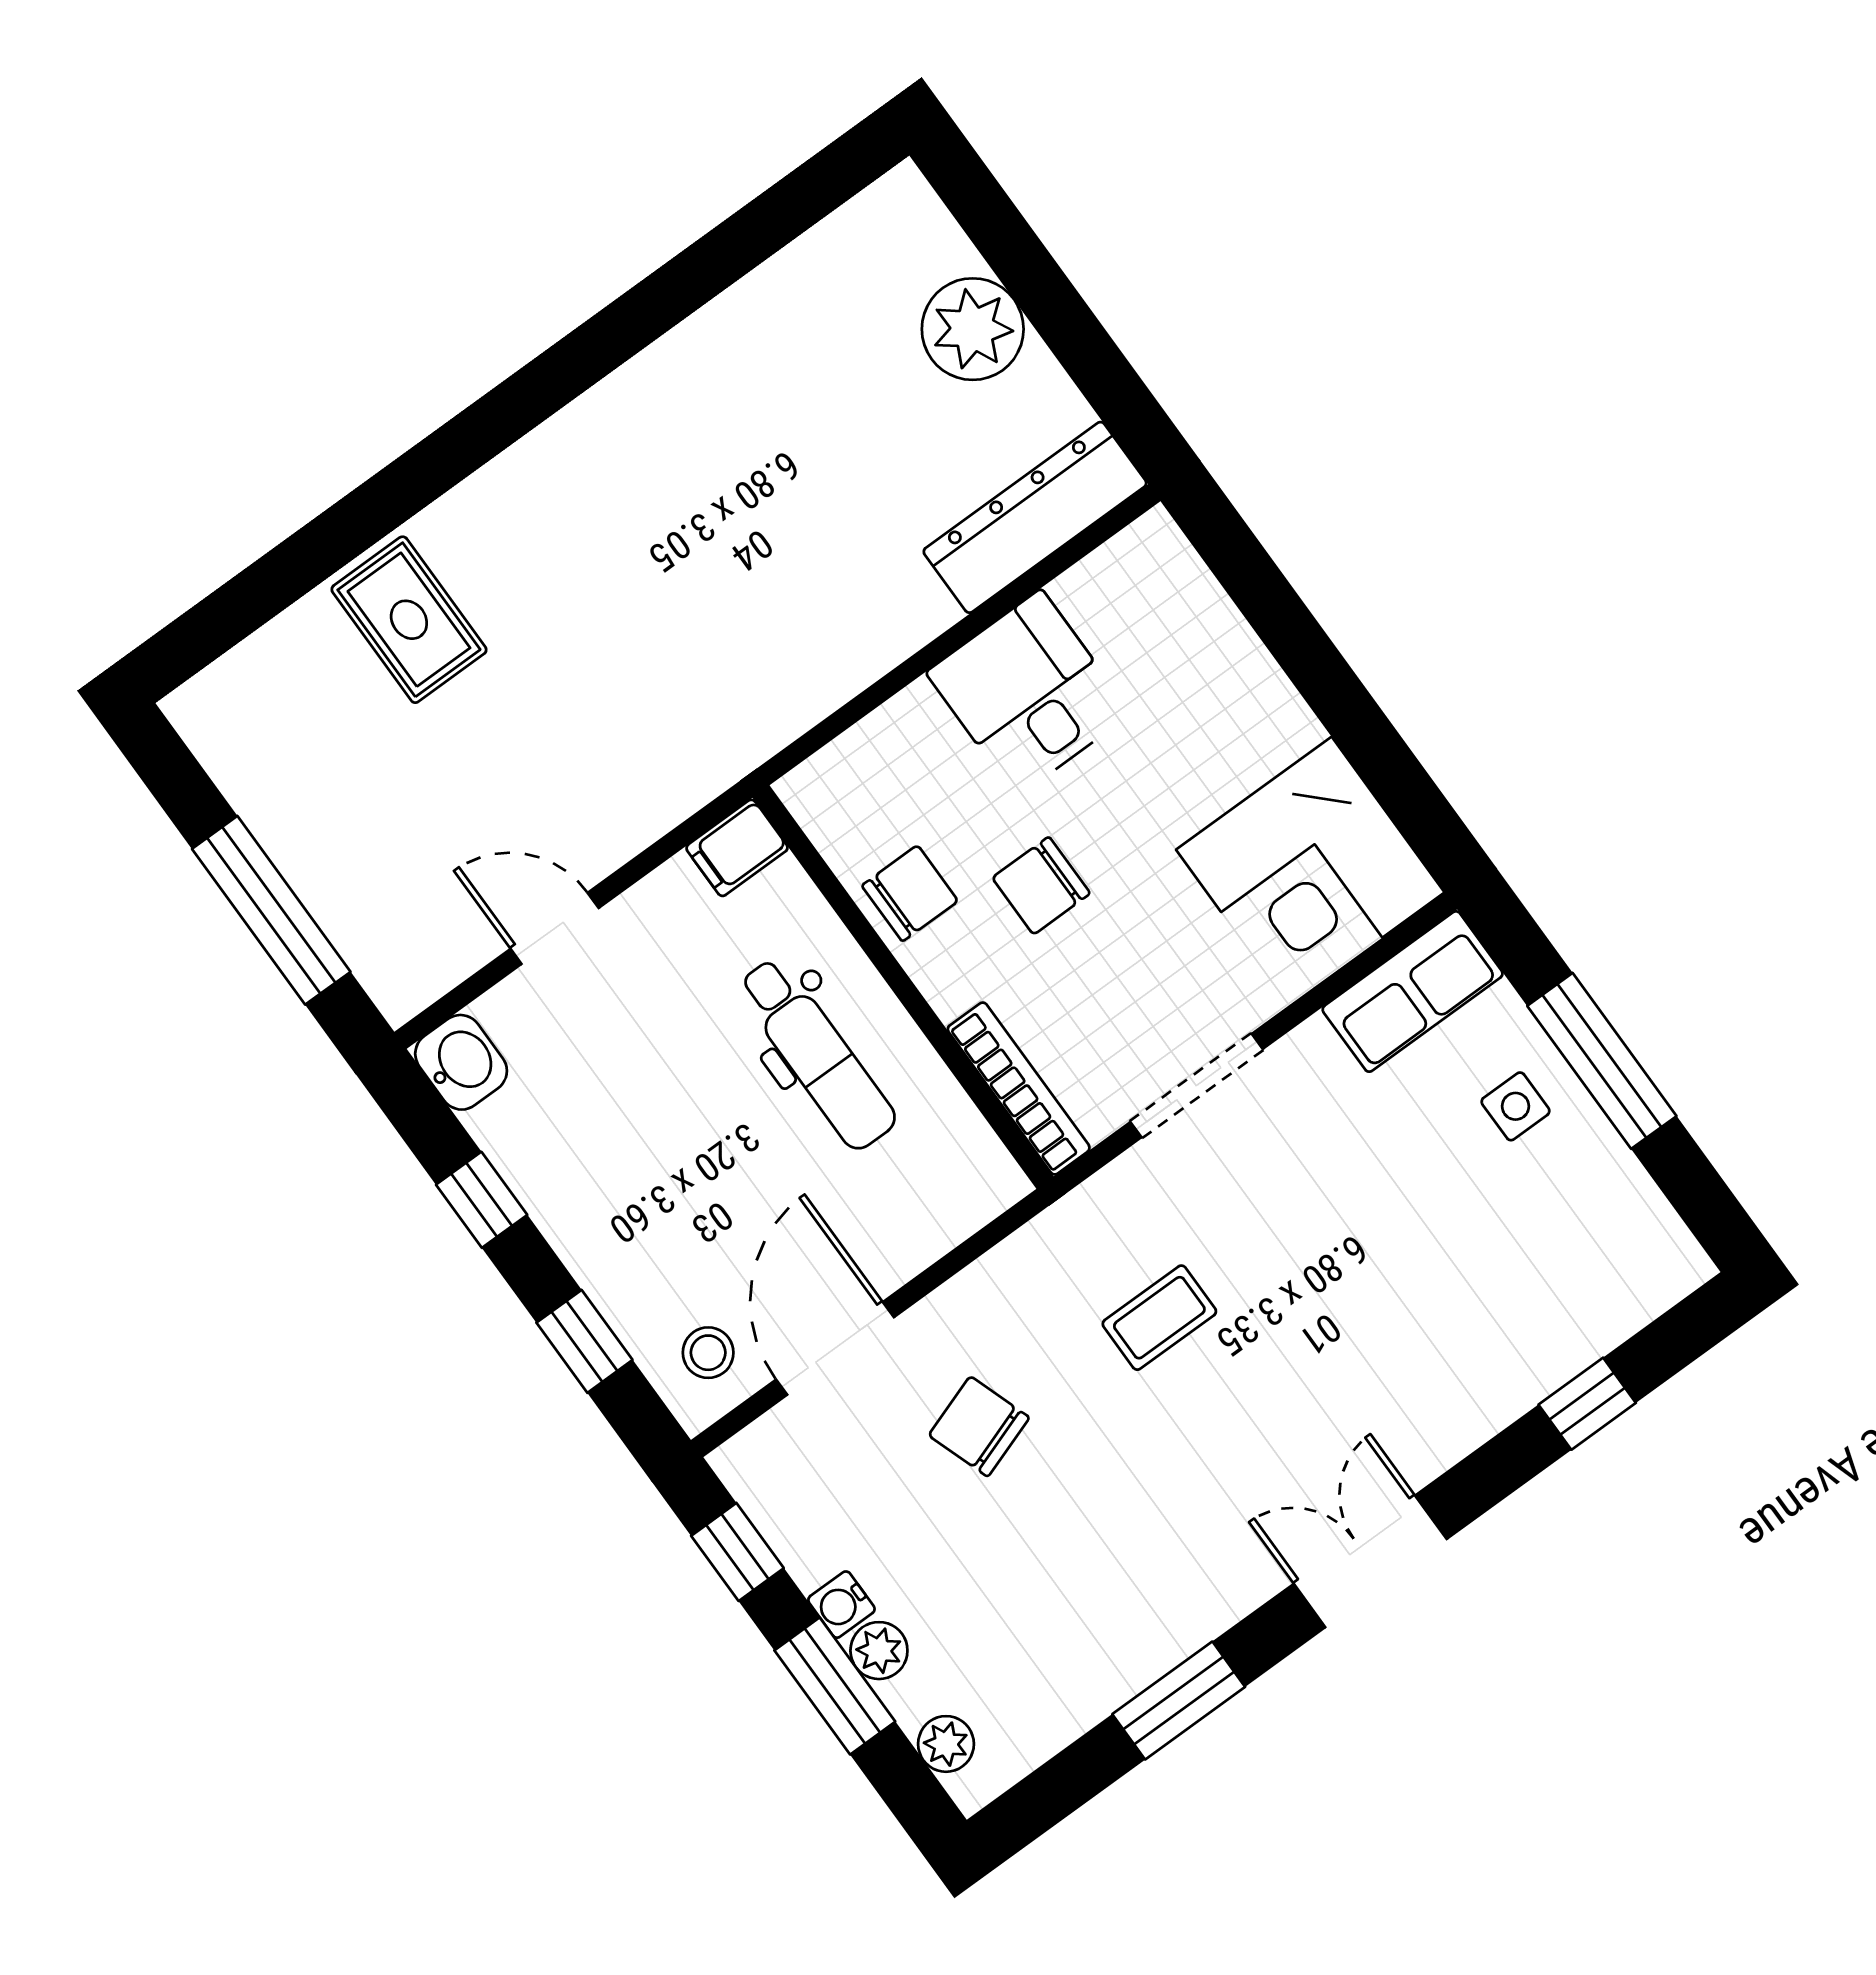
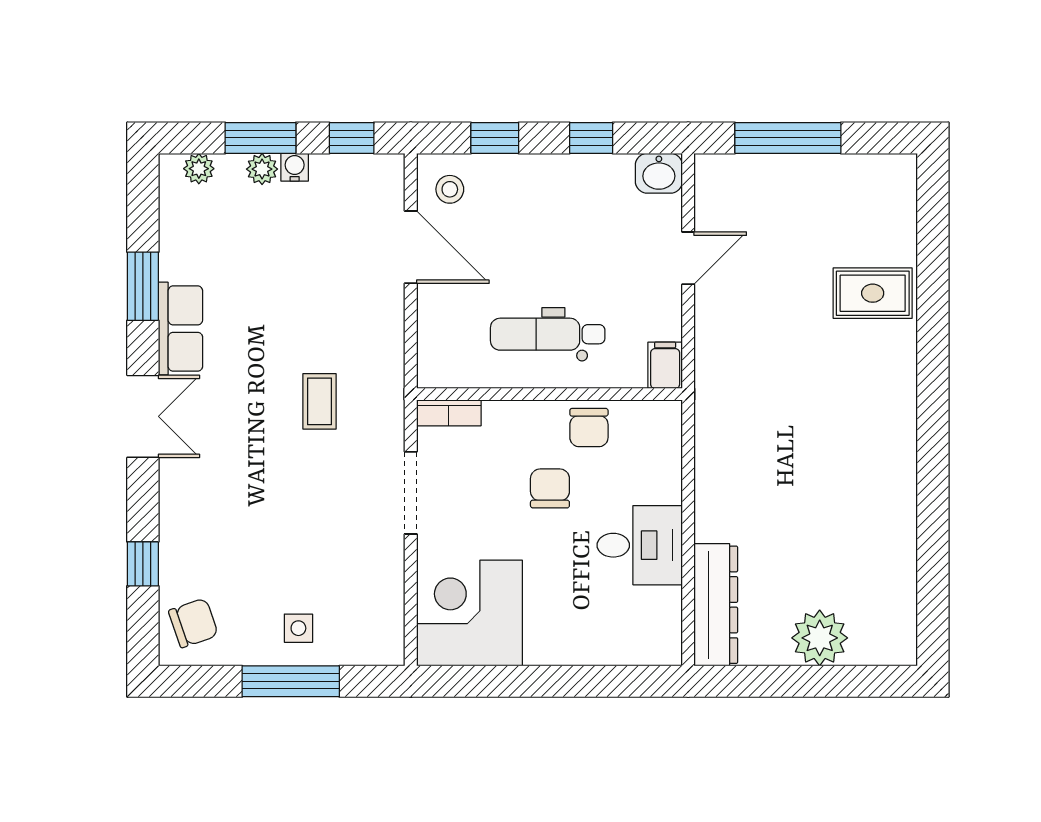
row of seats: (1413, 991) -> (180, 329), moved, turned 180
bookcase: (1019, 1089) -> (449, 413), width x0.64
chair: (979, 1426) -> (193, 623), moved

